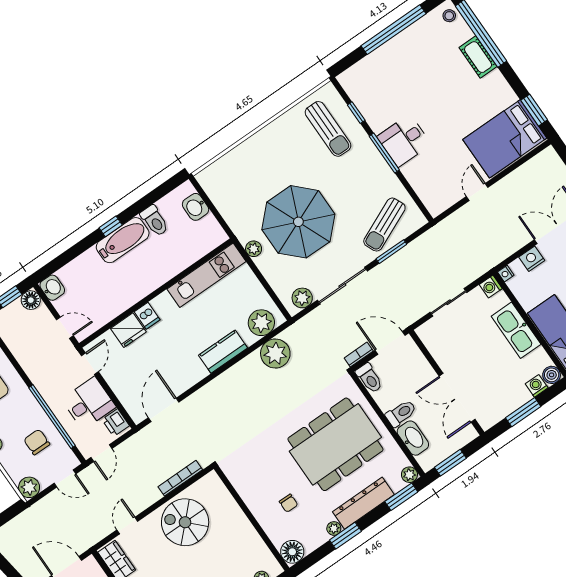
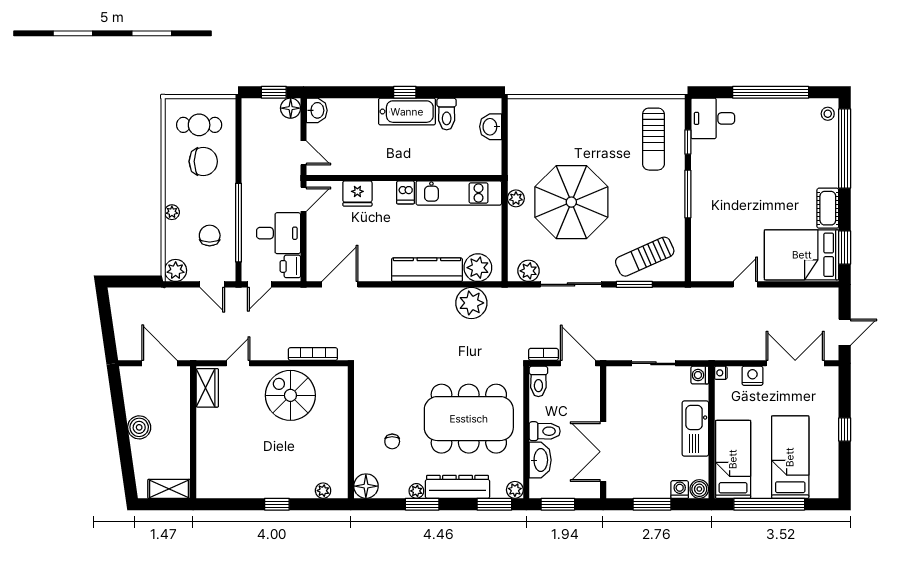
cot: (478, 57) -> (828, 208), moved
desk: (404, 140) -> (713, 118), moved
dishwasher: (147, 316) -> (406, 192), moved
kitchen counter: (223, 352) -> (427, 270), width x1.50

